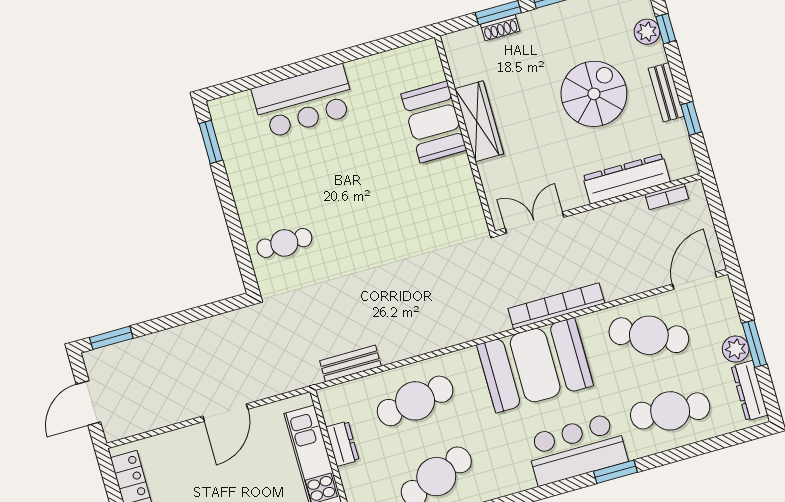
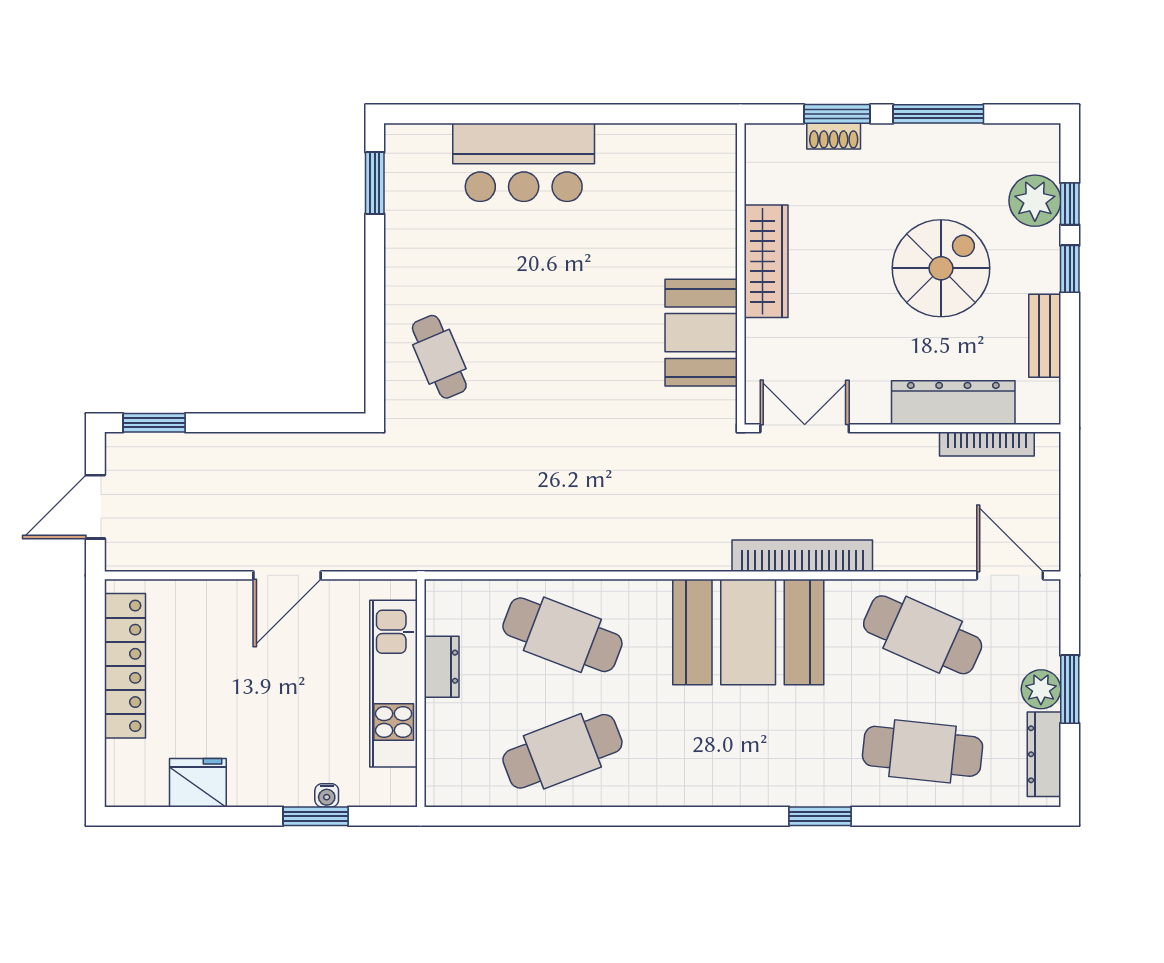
plant: (647, 32) -> (1035, 201), width x1.36, depth x1.36
bench: (666, 92) -> (1045, 336), moved
window: (691, 118) -> (1070, 269), moved
booth: (434, 122) -> (701, 333), moved
bookcase: (667, 197) -> (987, 444), width x1.56
cafe table: (284, 243) -> (439, 357), turned 67
door: (695, 281) -> (1010, 575), hinge flipped
bench: (350, 363) -> (485, 555), removed
cafe table: (415, 401) -> (562, 635), turned 30
bar counter: (576, 449) -> (774, 768), removed

